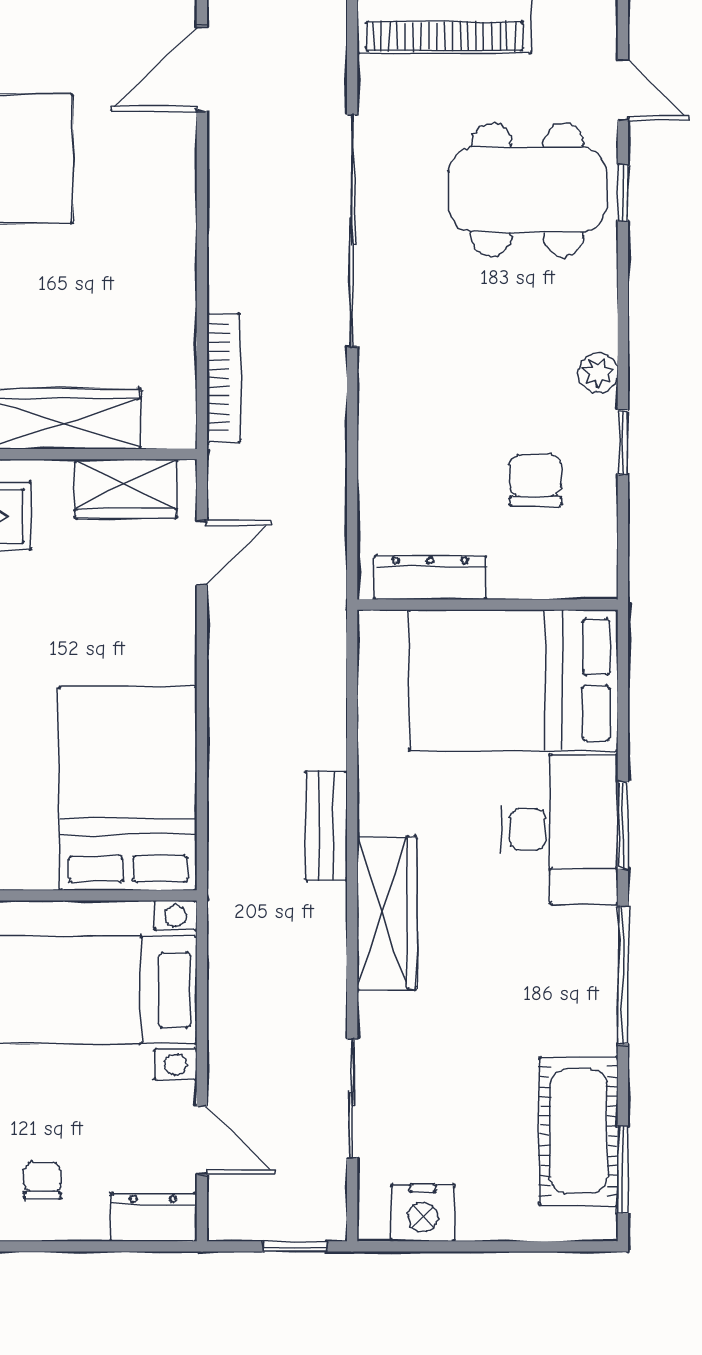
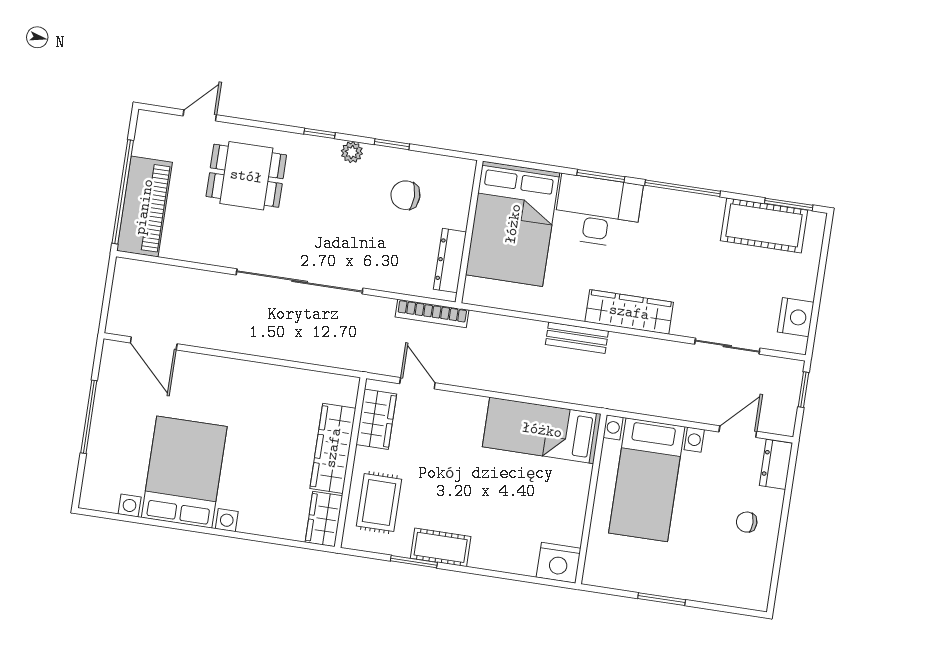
dining table: (527, 190) -> (246, 176), width x0.73
window: (623, 193) -> (319, 133), moved
sliding door: (352, 231) -> (300, 281), moved
bookcase: (223, 378) -> (432, 314), moved, turned 180
bed: (128, 788) -> (542, 430), width x0.67

